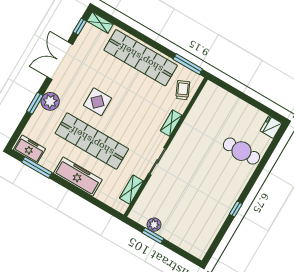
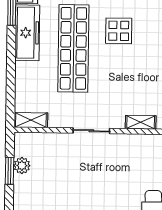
freezer: (78, 177) -> (27, 33), moved
shelving: (131, 190) -> (31, 120), moved

